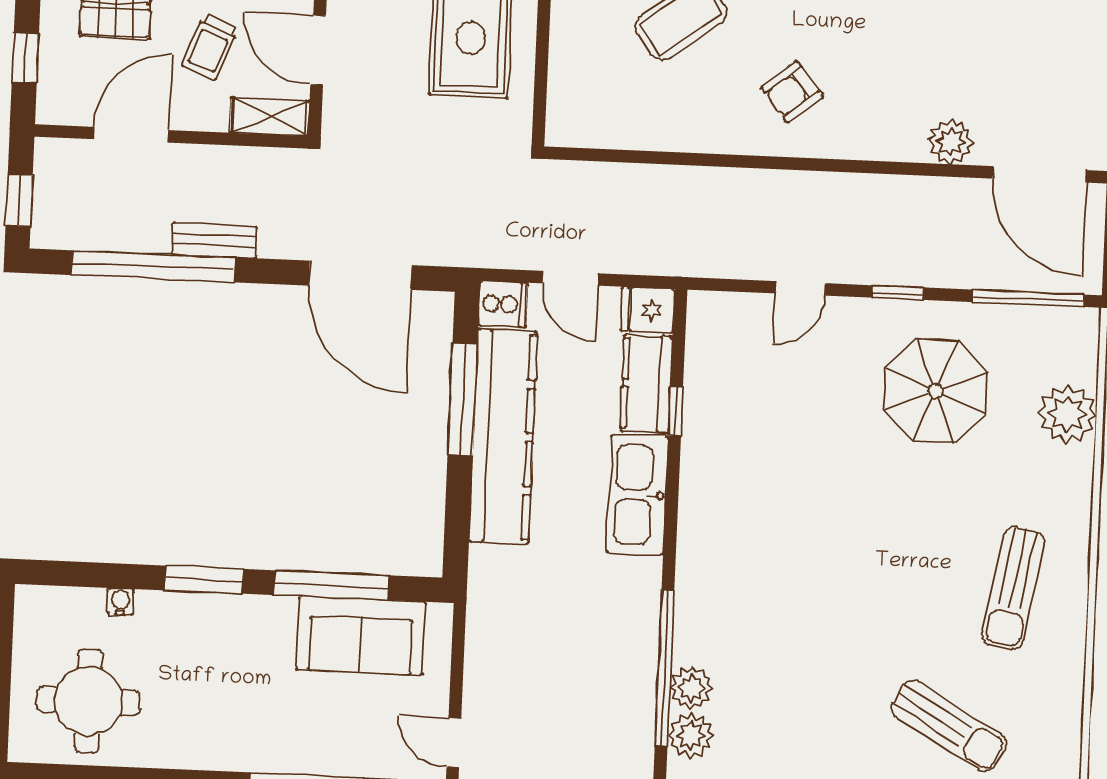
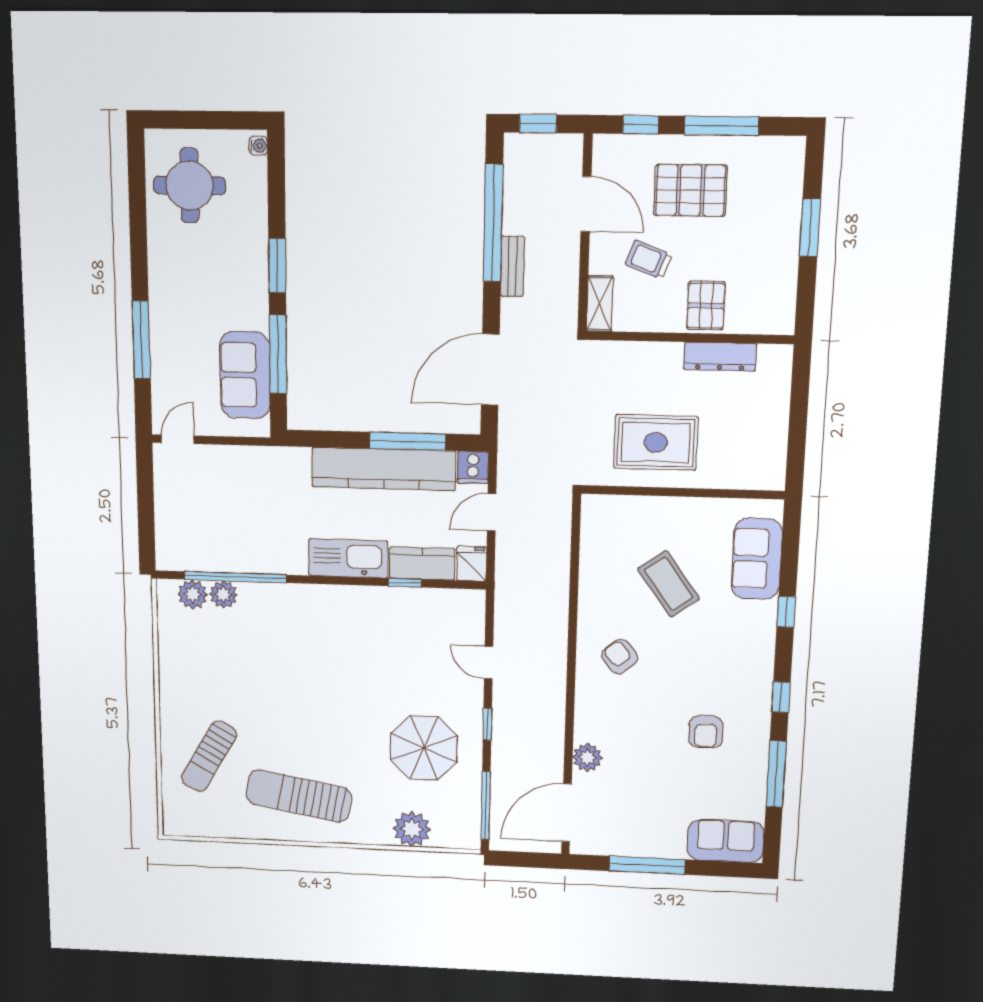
door: (318, 50) -> (647, 337), removed
sun lounger: (1013, 588) -> (299, 796), width x1.36, depth x1.34
water cooler: (121, 602) -> (258, 146), moved

